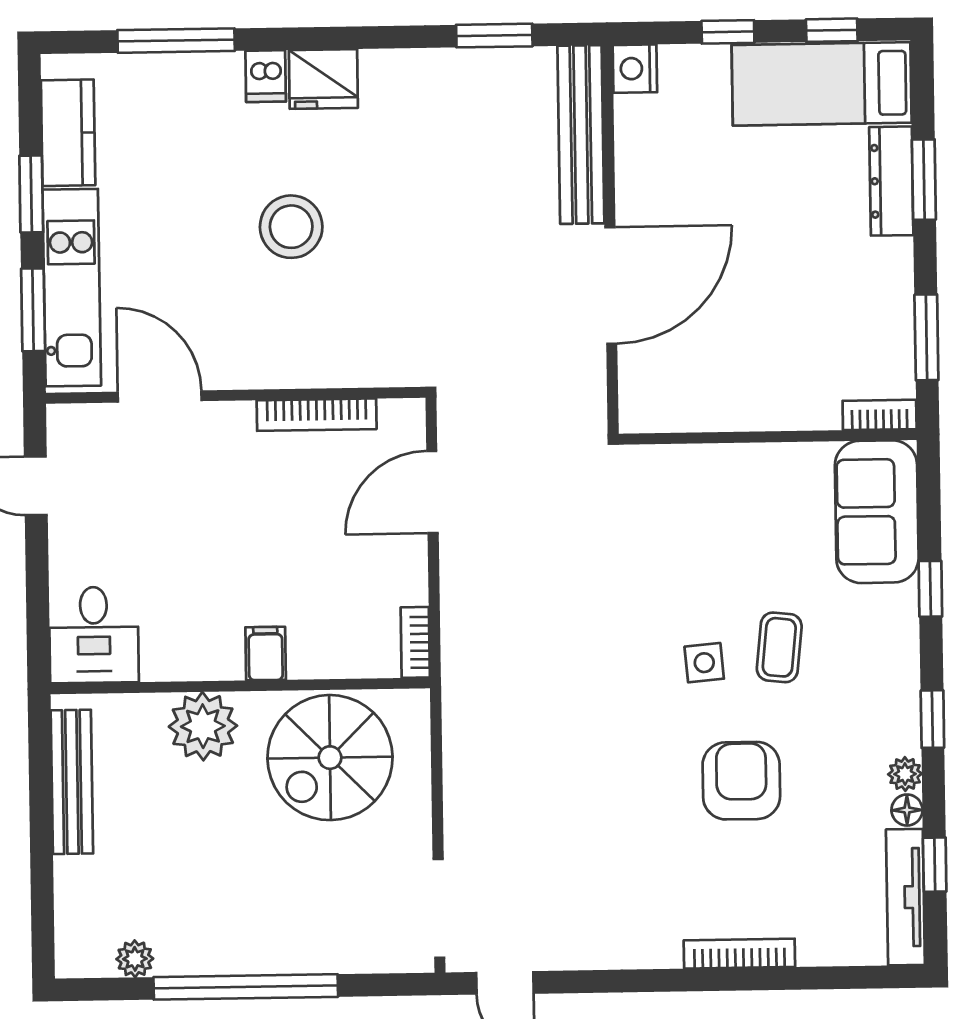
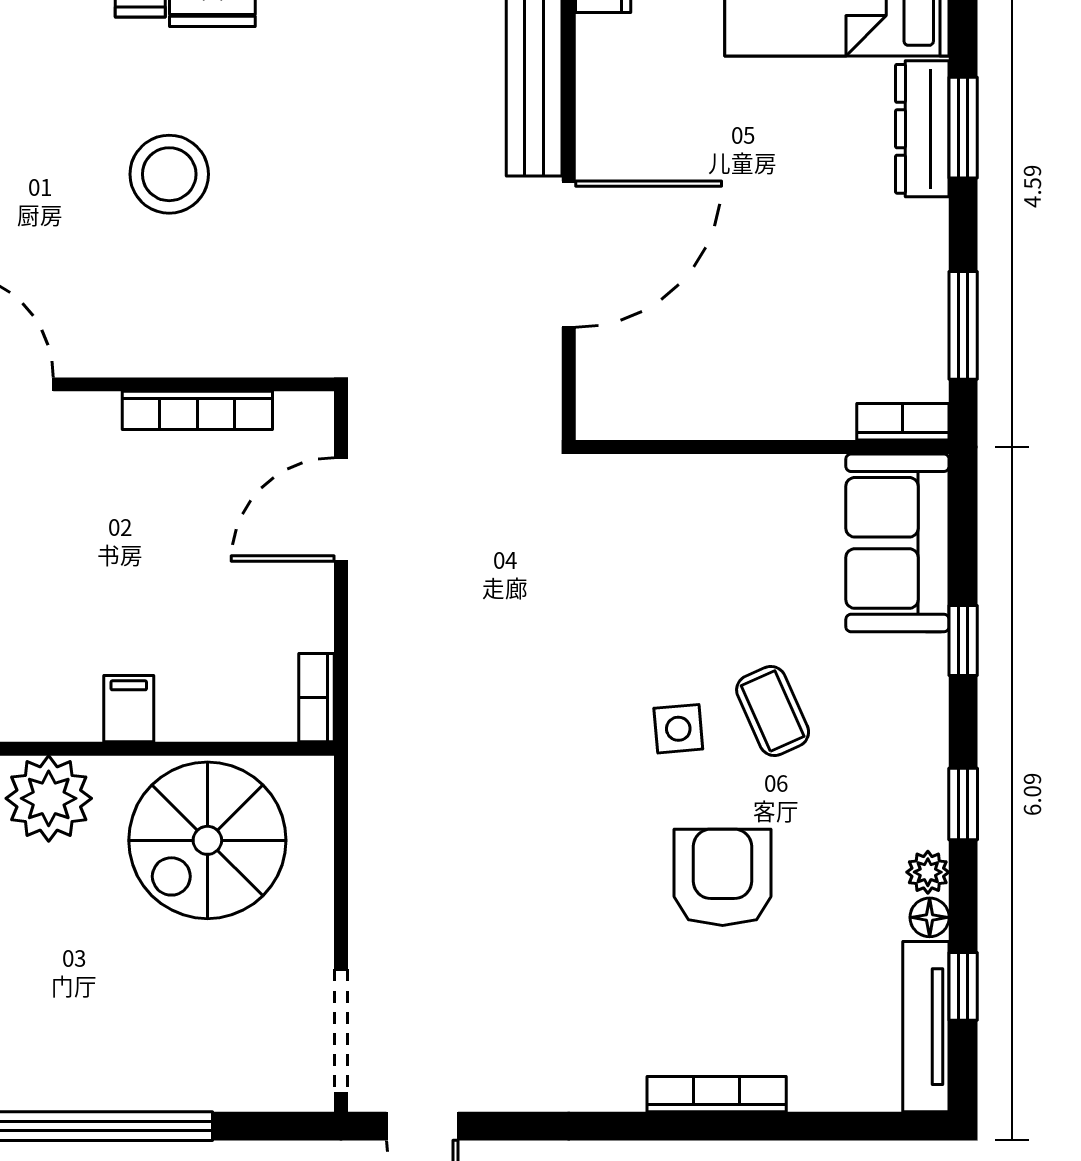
coffee table: (779, 647) -> (773, 711), turned -30

